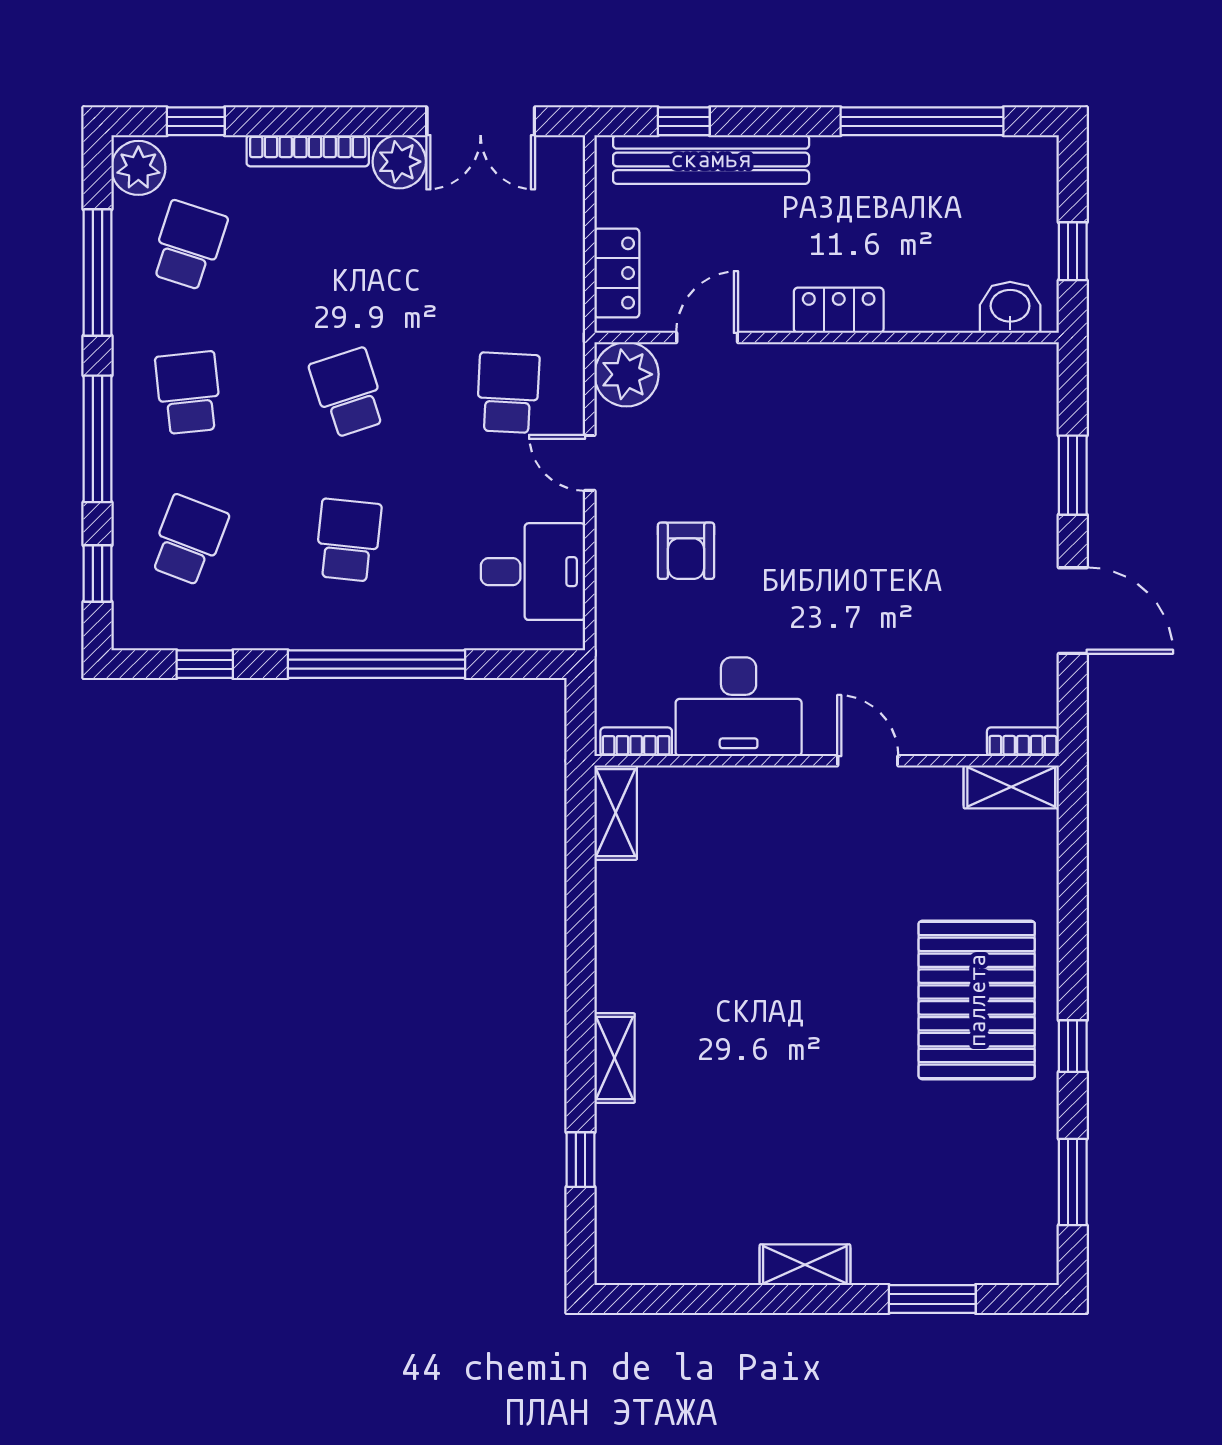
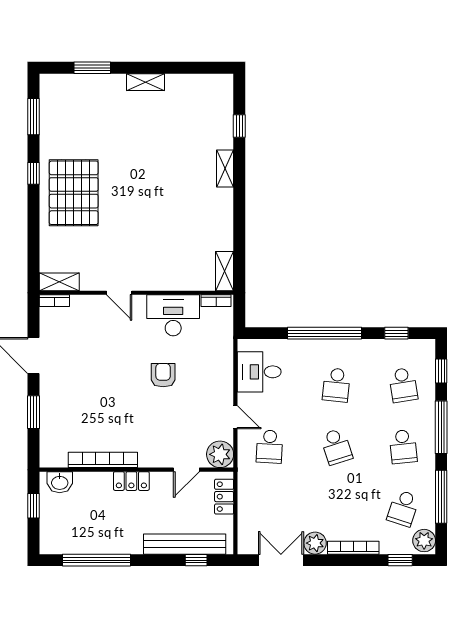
bookcase: (907, 361) -> (103, 460), added
school desk: (188, 540) -> (403, 385), turned -30
armchair: (686, 551) -> (163, 375), moved

